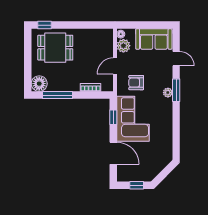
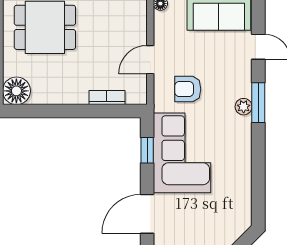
plant: (123, 46) -> (165, 24), removed
window: (57, 95) -> (49, 111), removed
door: (113, 153) -> (147, 214), swing flipped

